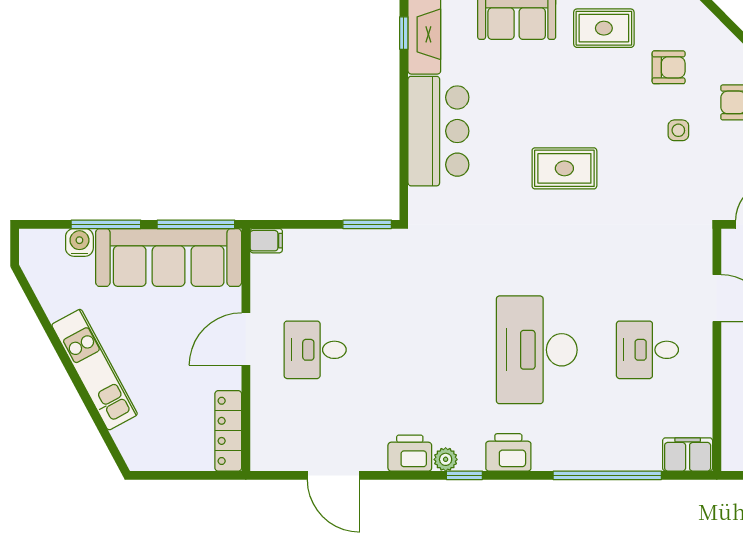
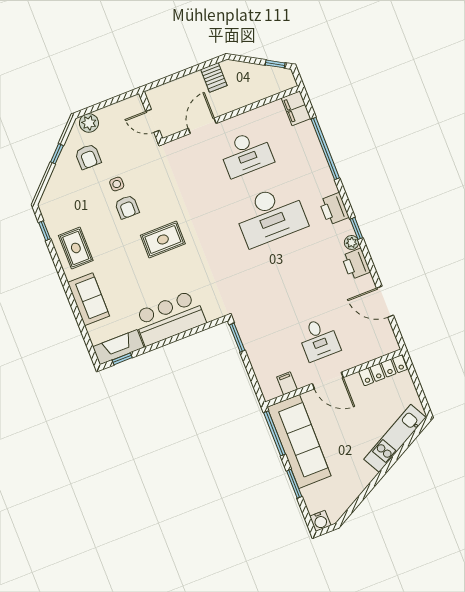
armchair: (669, 67) -> (127, 207), moved, turned 180
rug: (564, 168) -> (163, 239), turned 90
window: (106, 224) -> (294, 484), width x0.69
filing cabinet: (266, 241) -> (287, 383), moved
water cooler: (79, 242) -> (320, 521), moved, turned -90
desk: (647, 350) -> (246, 153), width x1.37
kitchen unit: (95, 370) -> (395, 438), moved
door: (334, 475) -> (385, 302), swing flipped

